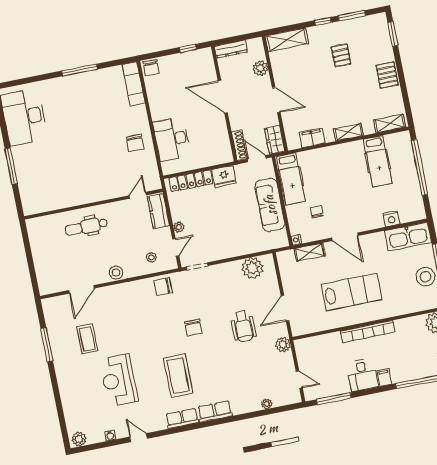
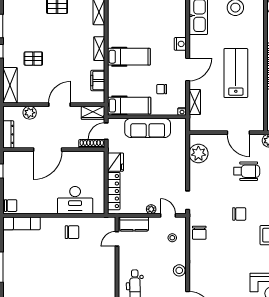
pallet: (341, 55) -> (33, 59), moved
hospital bed: (378, 161) -> (129, 57), moved
door: (138, 195) -> (117, 239), hinge flipped
nightstand: (391, 219) -> (180, 44), moved

